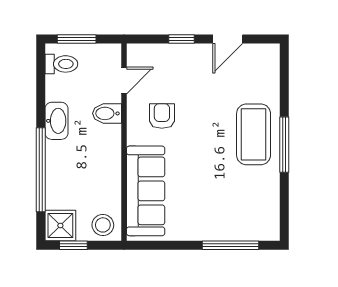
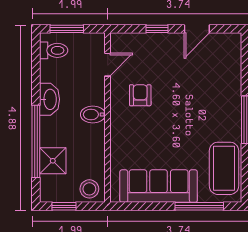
bidet: (107, 113) -> (93, 115), moved
coffee table: (254, 134) -> (224, 168), moved
sofa: (146, 191) -> (159, 186), moved, turned -90
shower: (60, 225) -> (53, 161), moved

